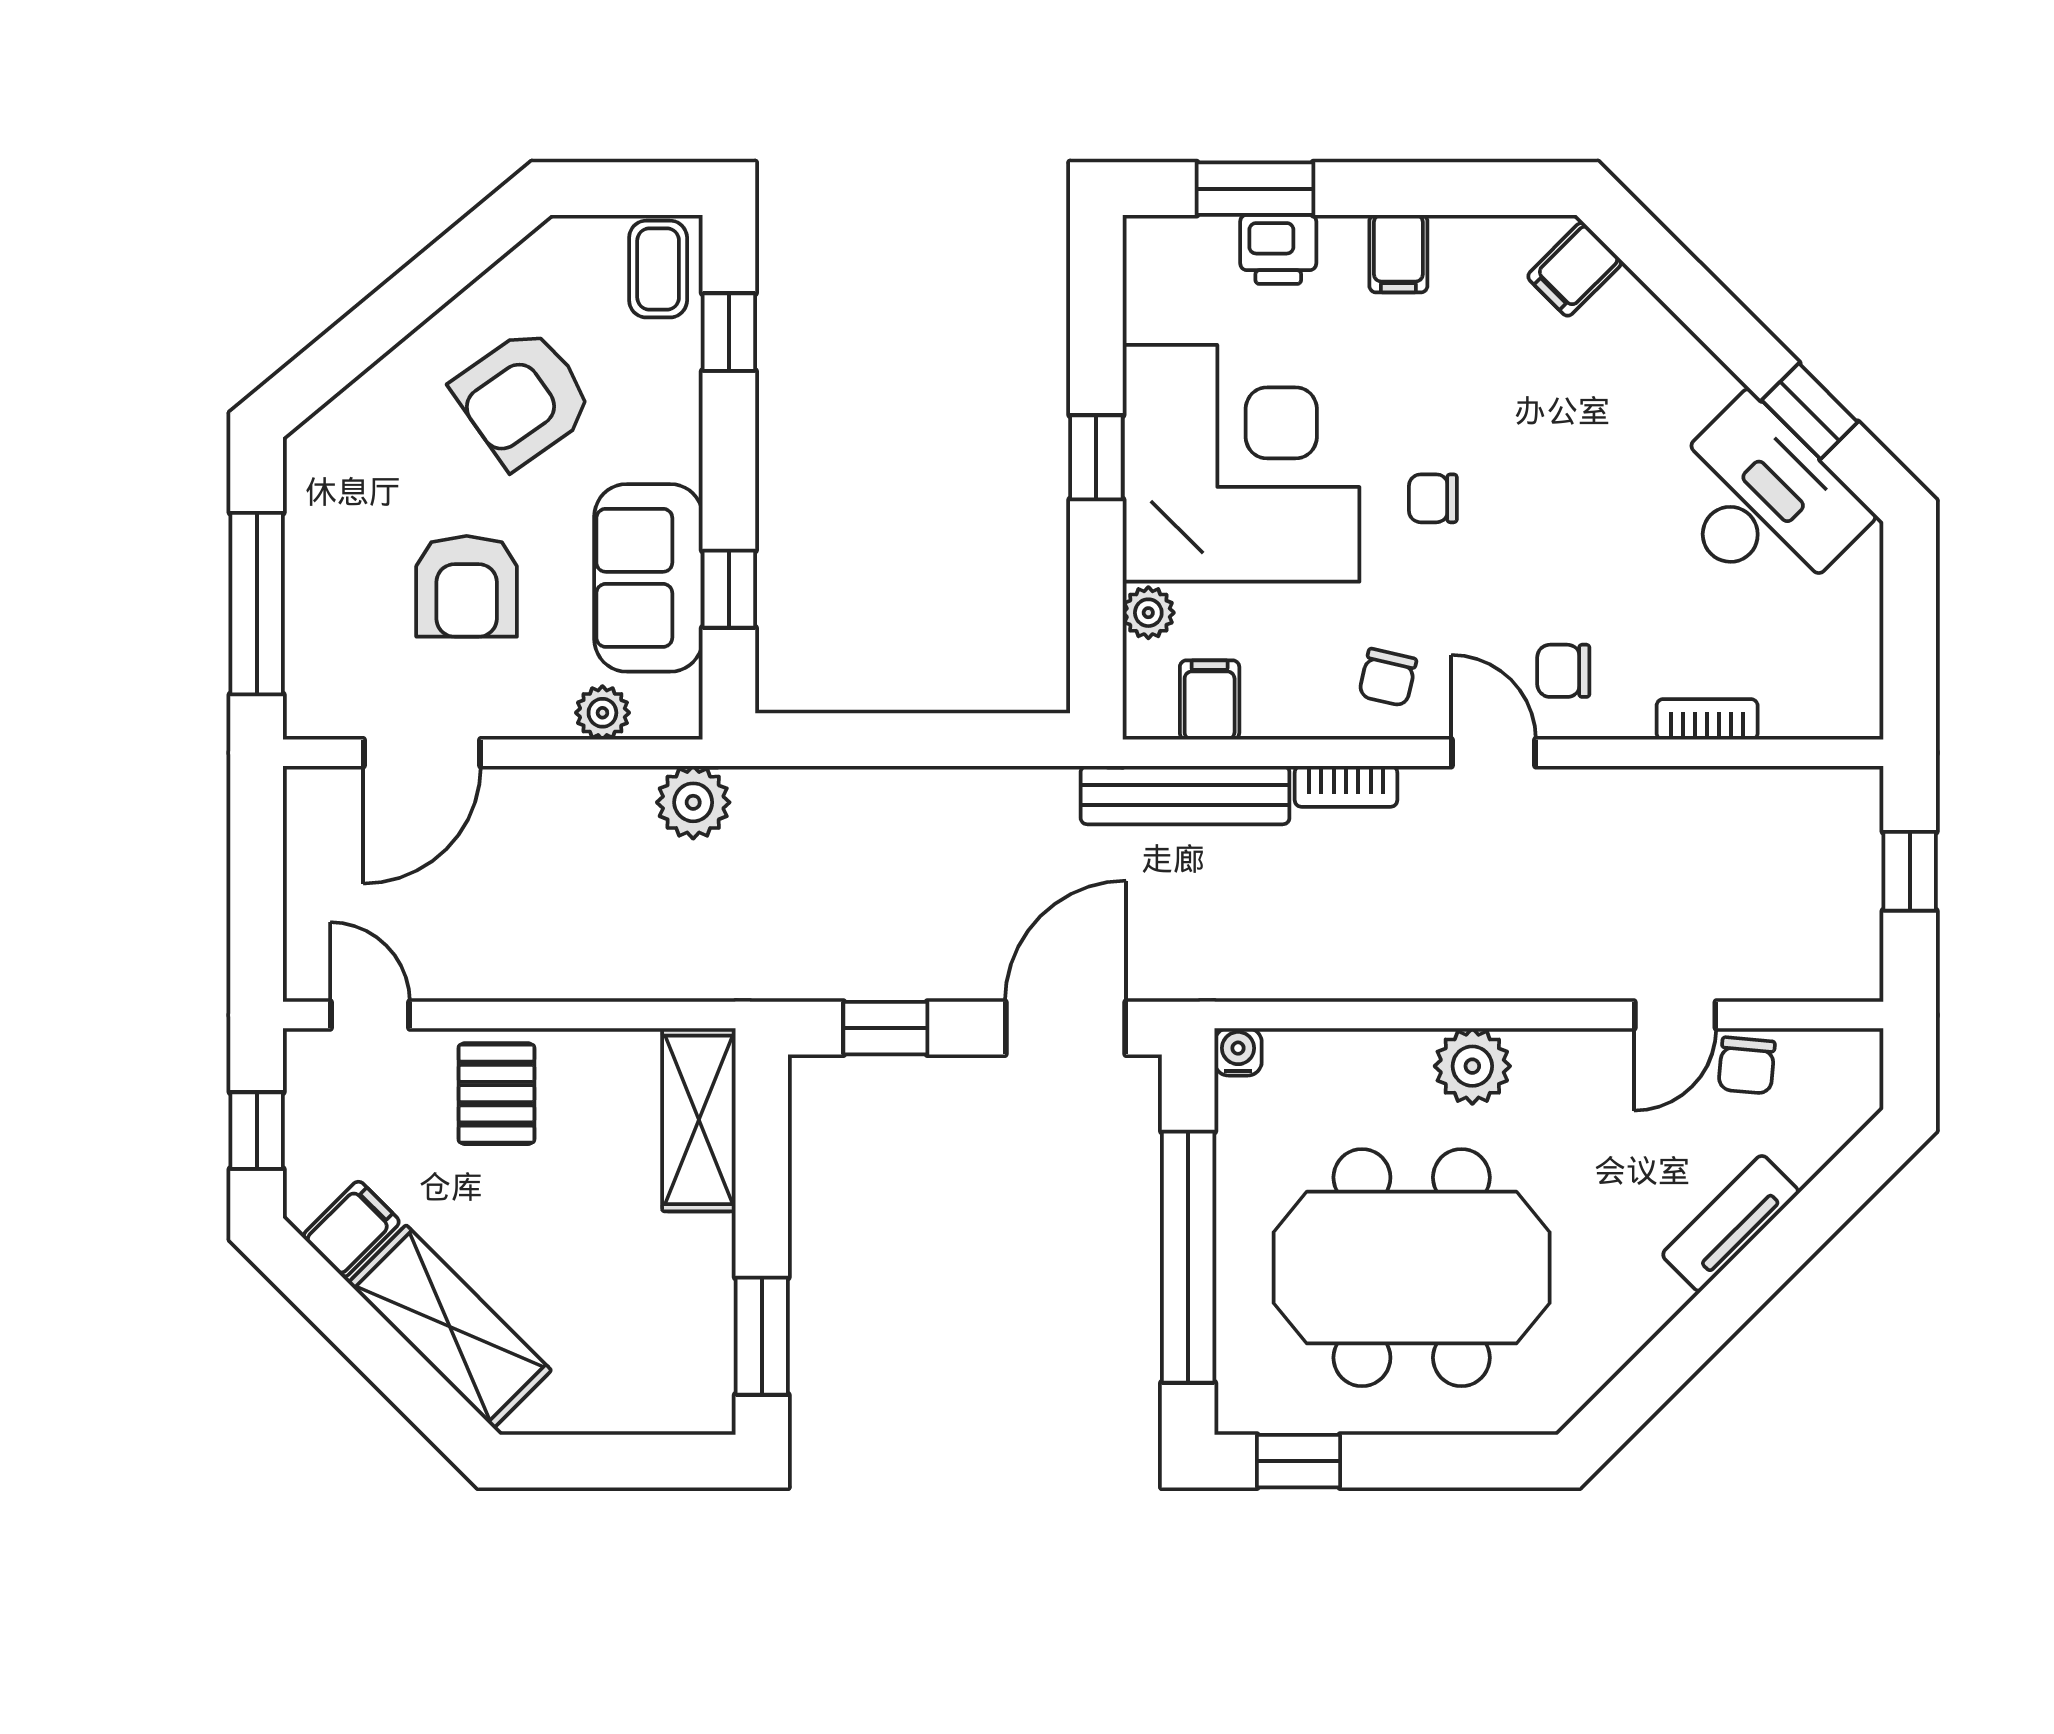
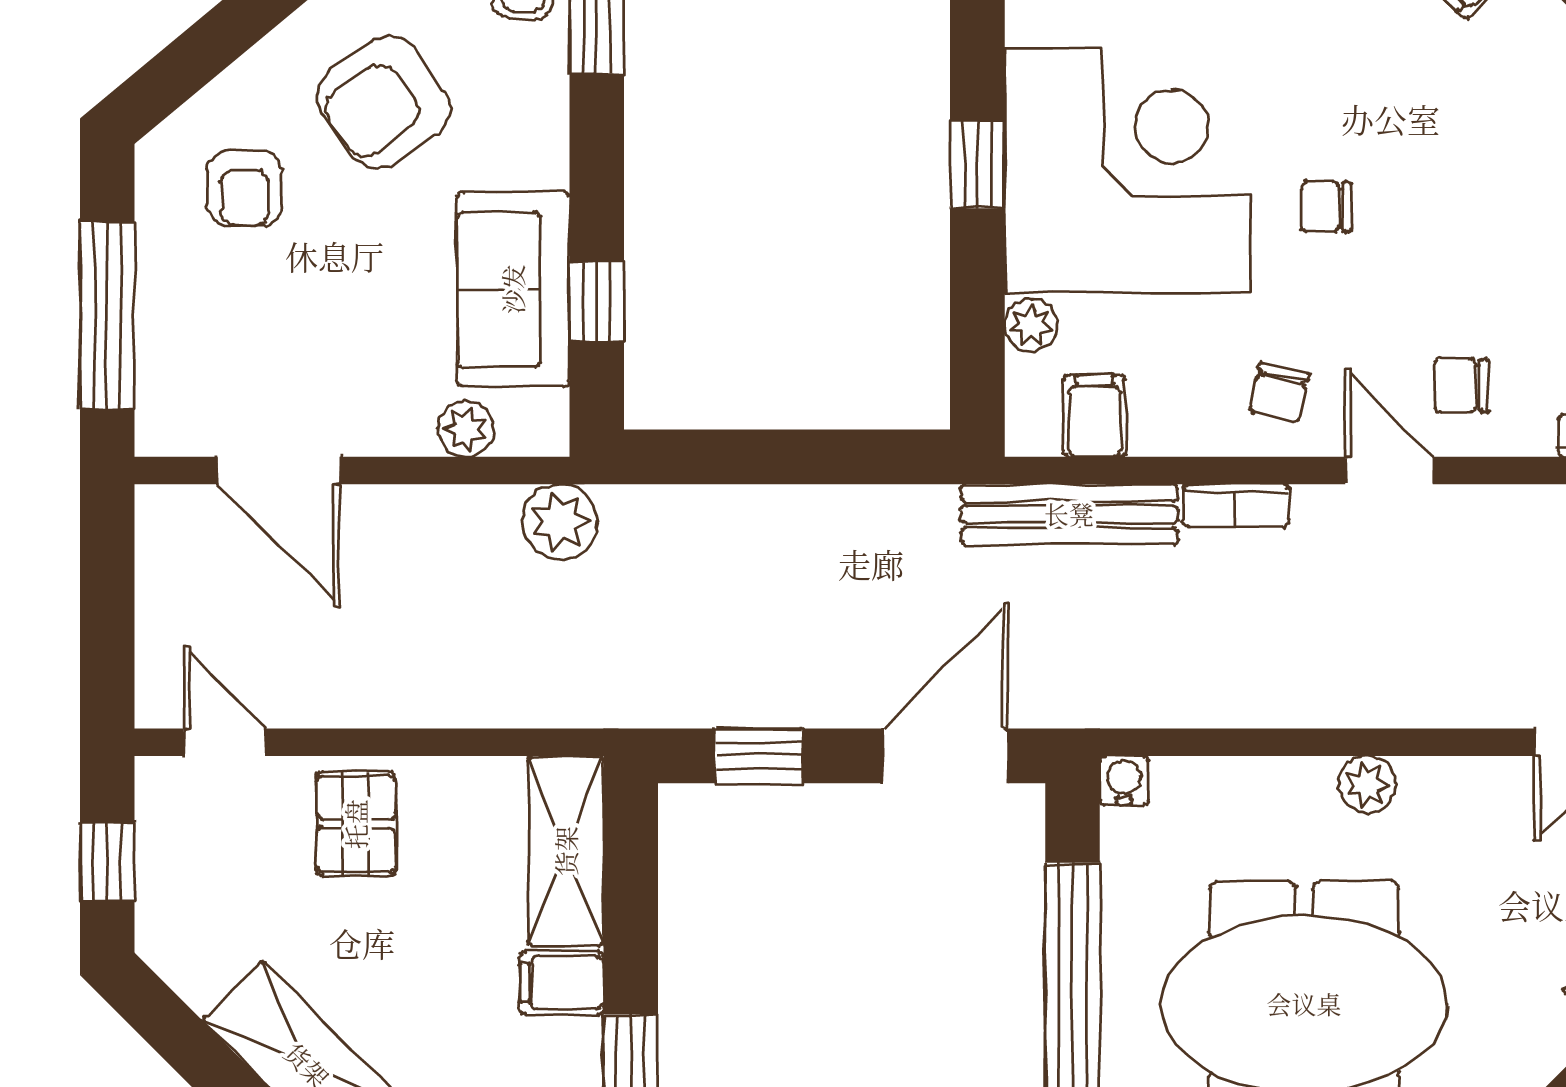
armchair: (467, 586) -> (245, 188), moved, width x0.72, depth x0.72
door: (422, 753) -> (279, 470), hinge flipped
plant: (1472, 1066) -> (1367, 784), width x0.73, depth x0.73
filing cabinet: (351, 1229) -> (562, 983), moved, turned -135

